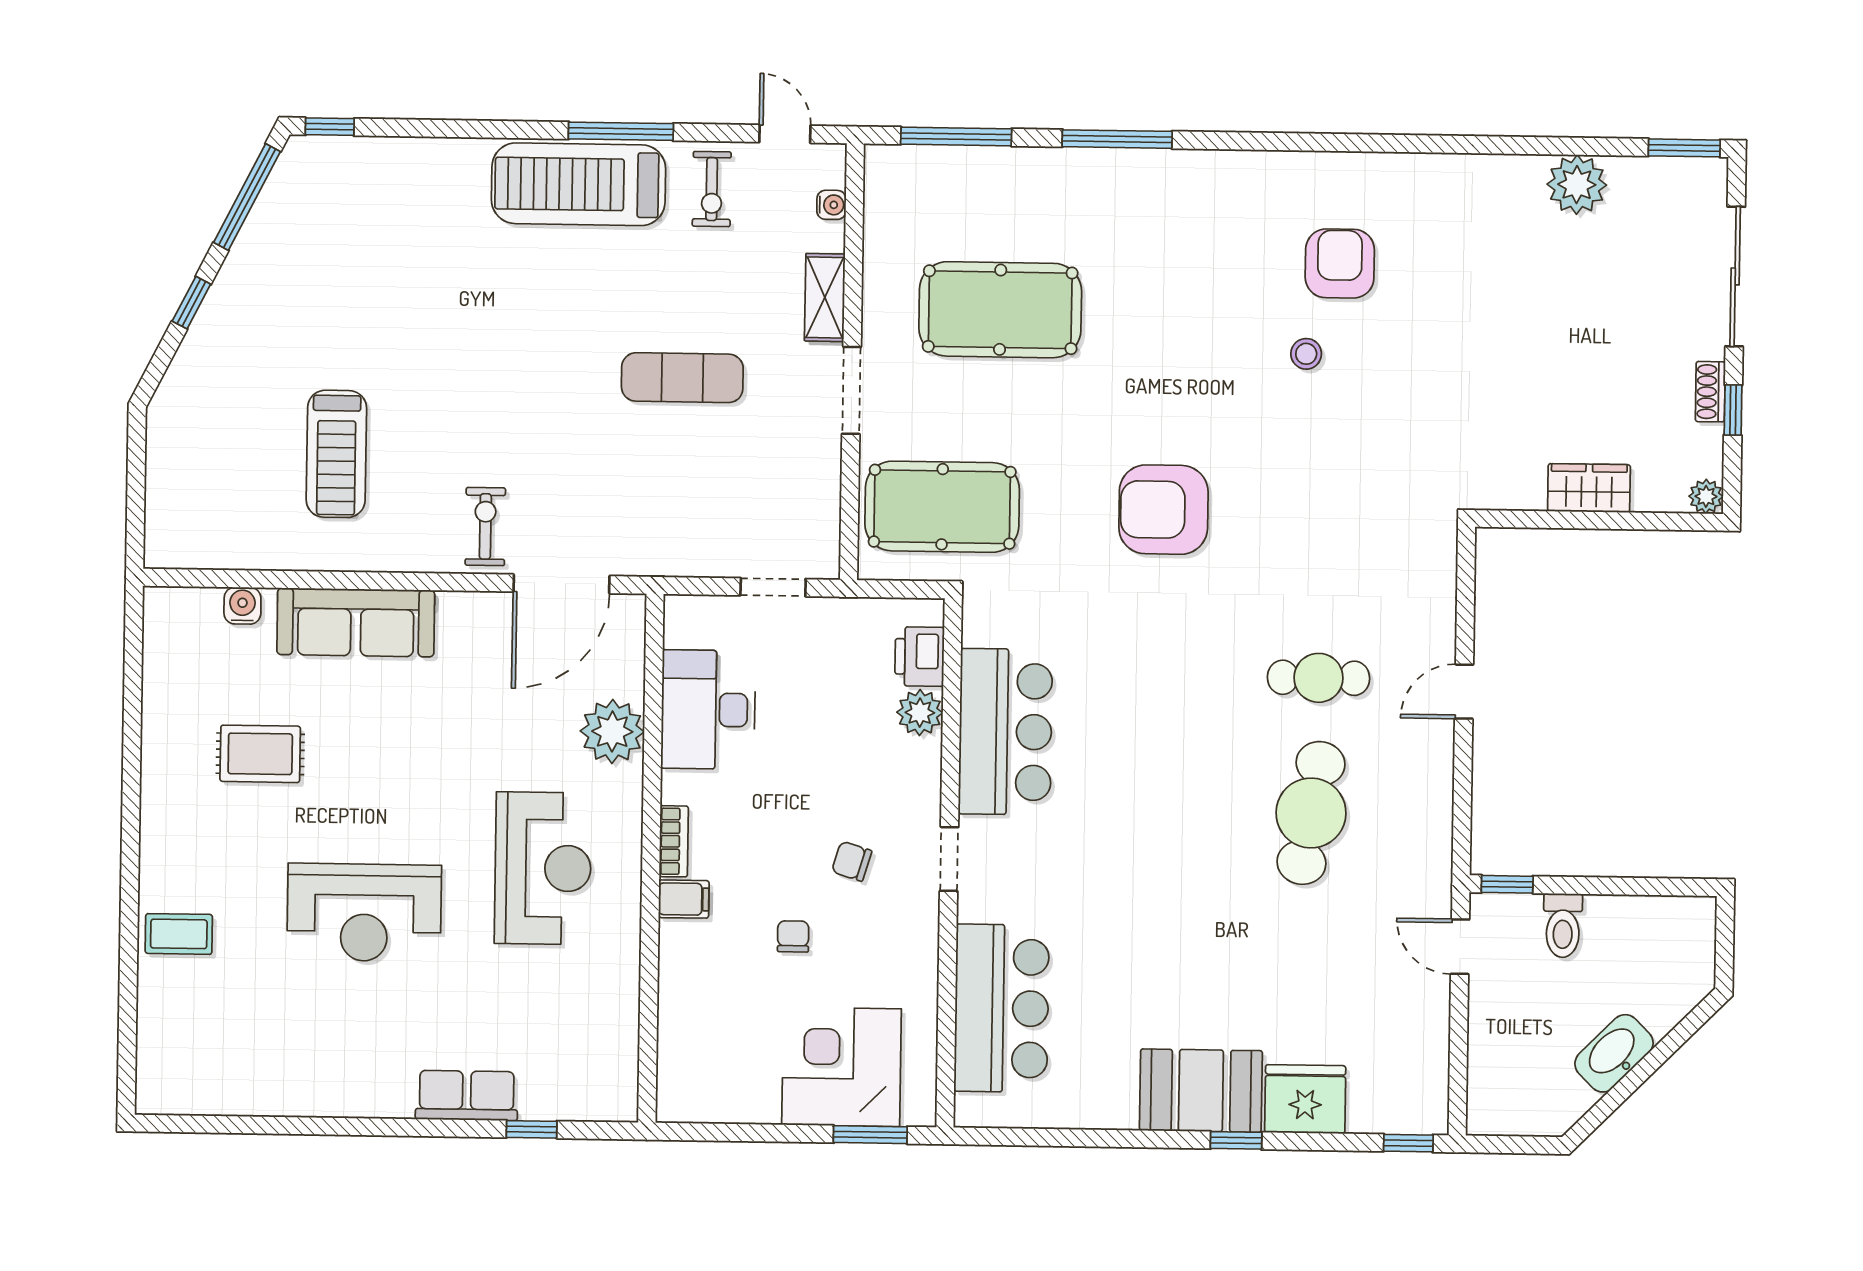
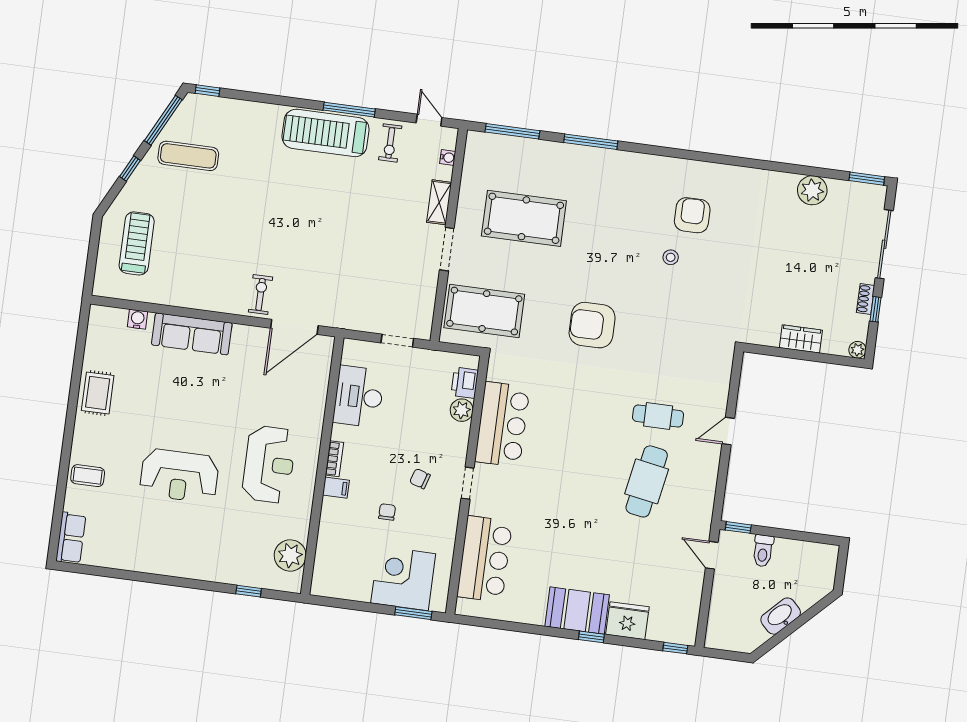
exercise mat: (682, 378) -> (188, 156), moved
treadmill: (336, 454) -> (137, 243), moved, turned 180
plant: (612, 731) -> (290, 555), moved
rug: (260, 754) -> (98, 393), moved, turned 90
row of seats: (467, 1095) -> (71, 538), moved, turned 90

